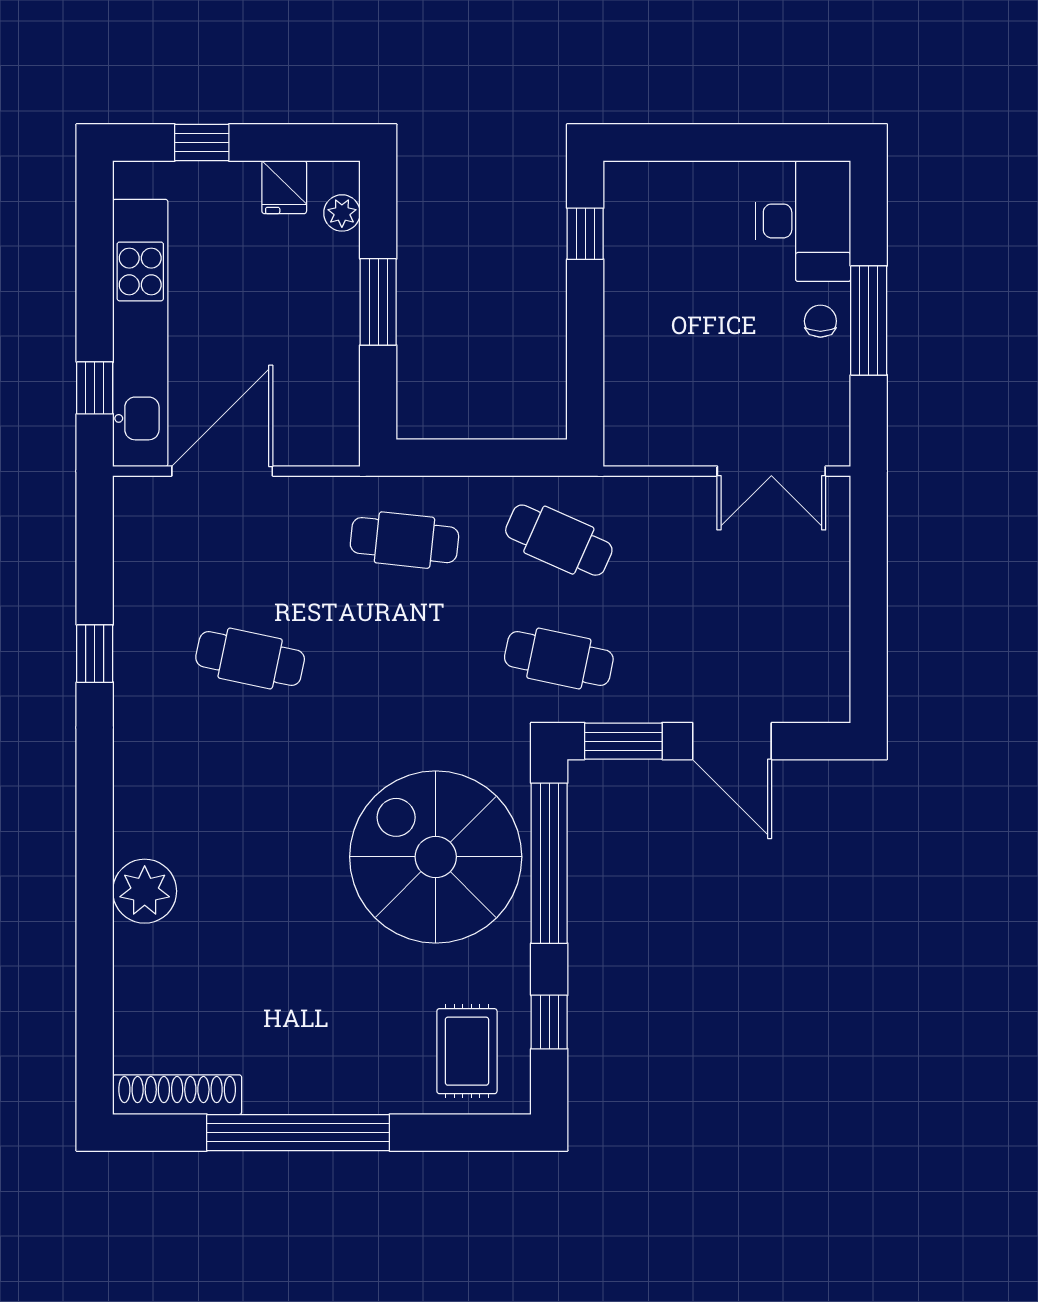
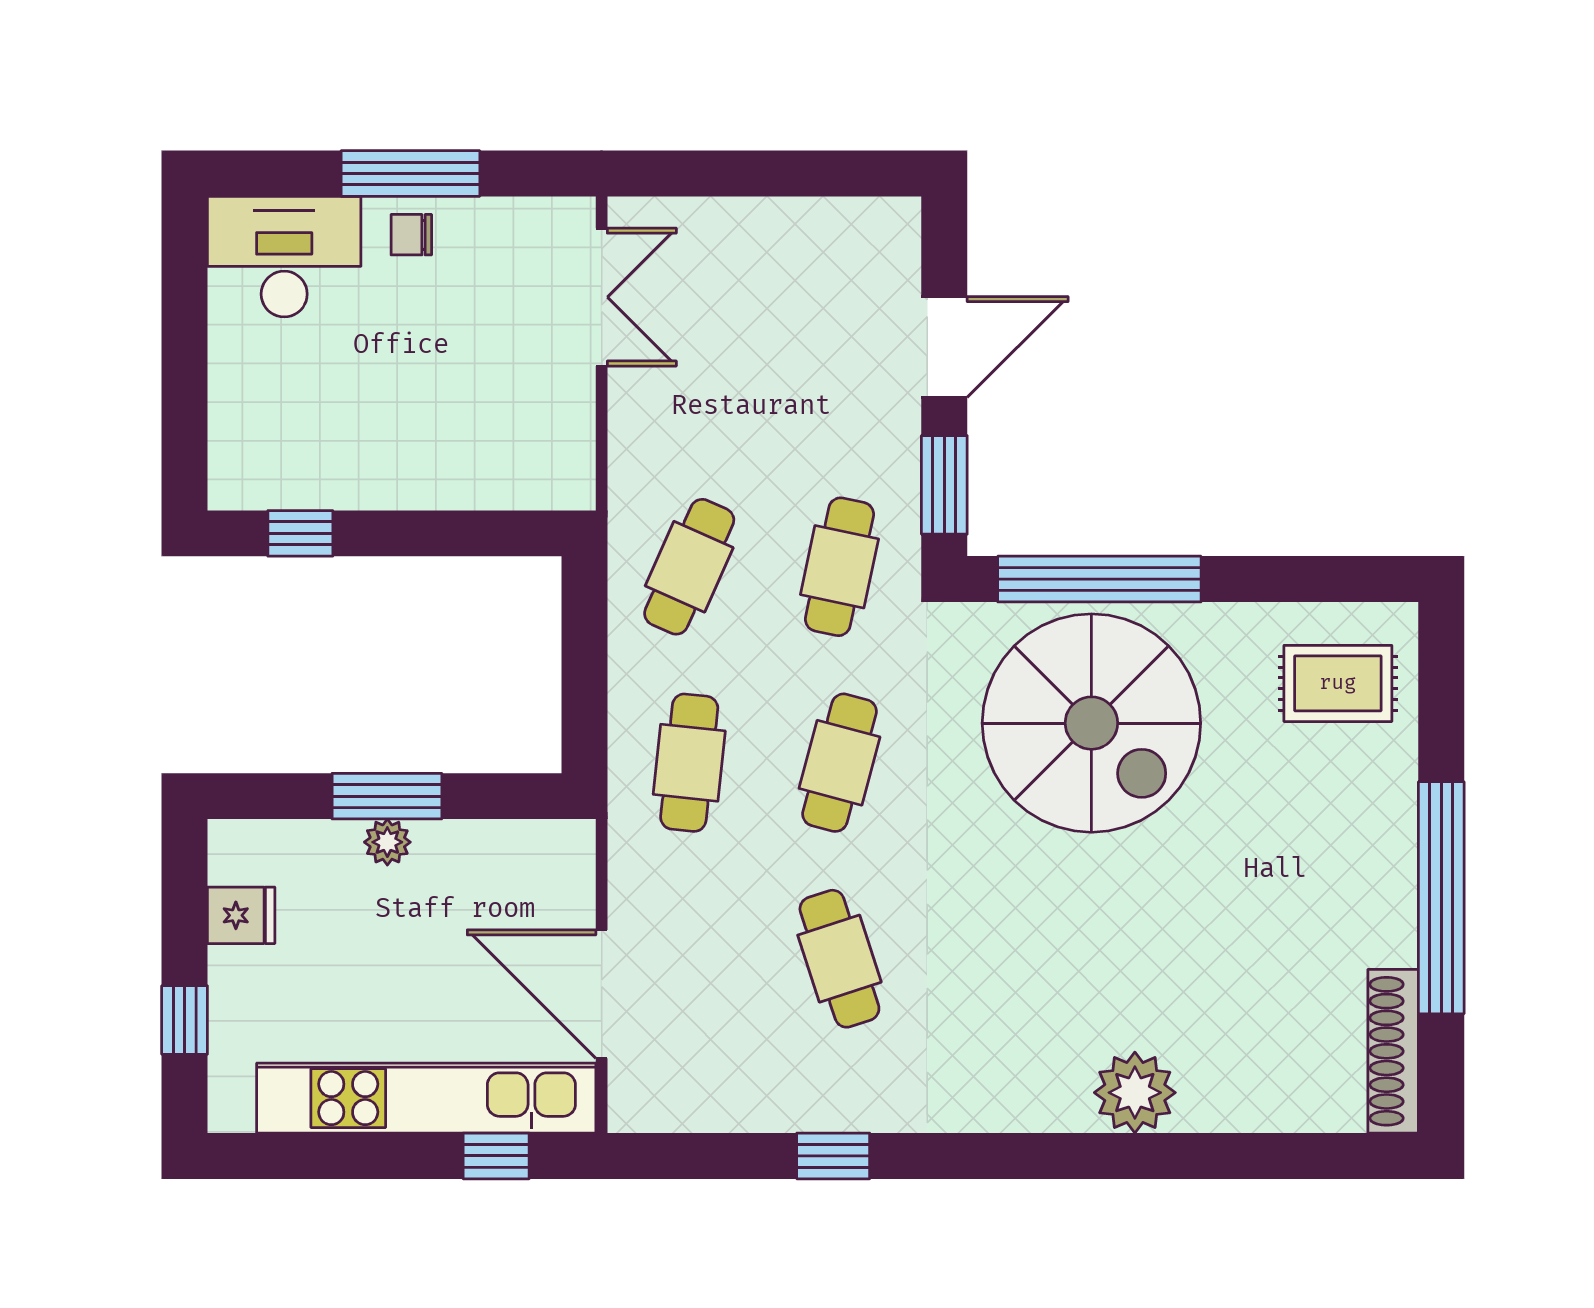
plant: (342, 213) -> (387, 842), moved
cafe table: (250, 658) -> (839, 959), turned -30
cafe table: (404, 658) -> (839, 763), added
spiral stairs: (436, 857) -> (1091, 723), turned -90
window: (549, 1022) -> (1301, 579), removed

